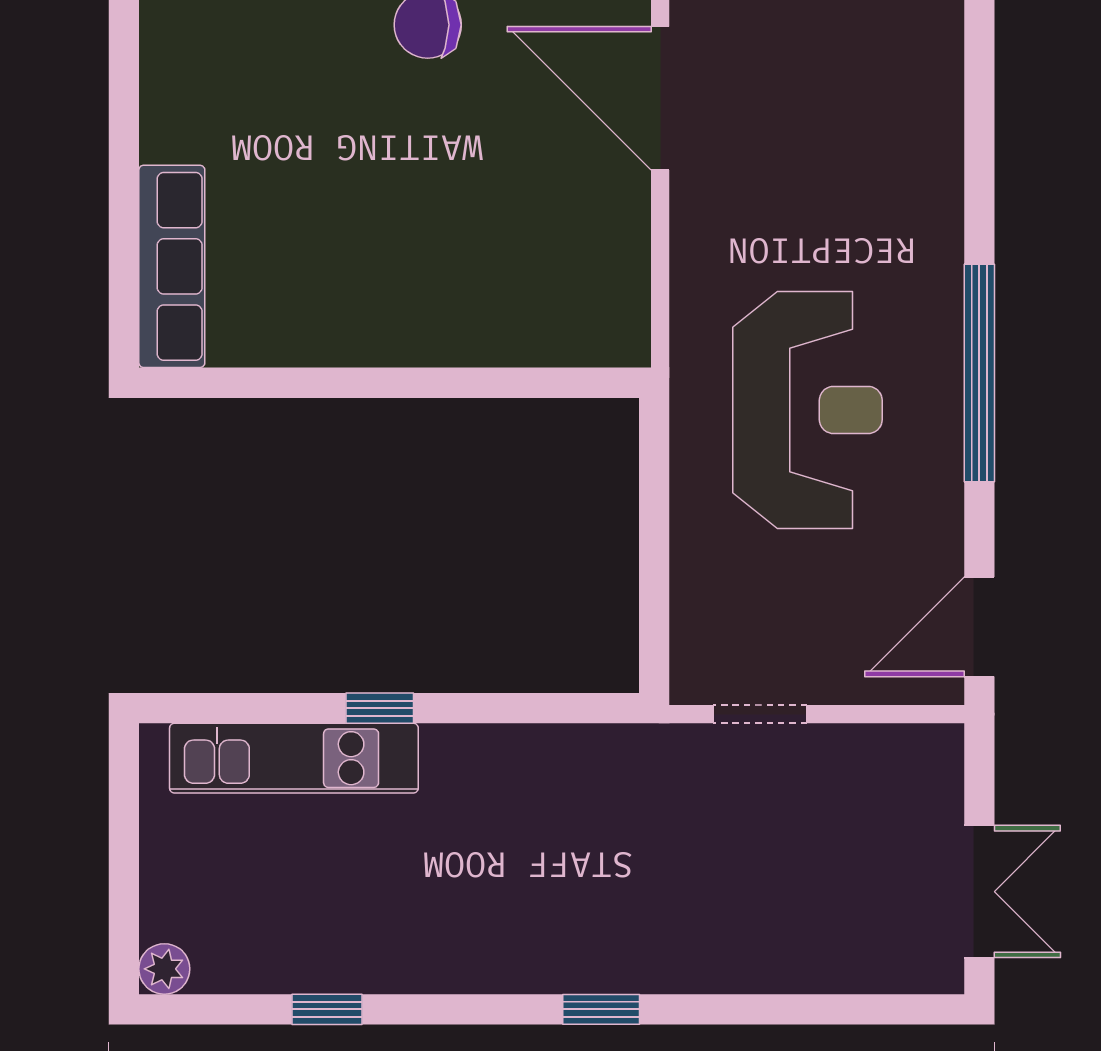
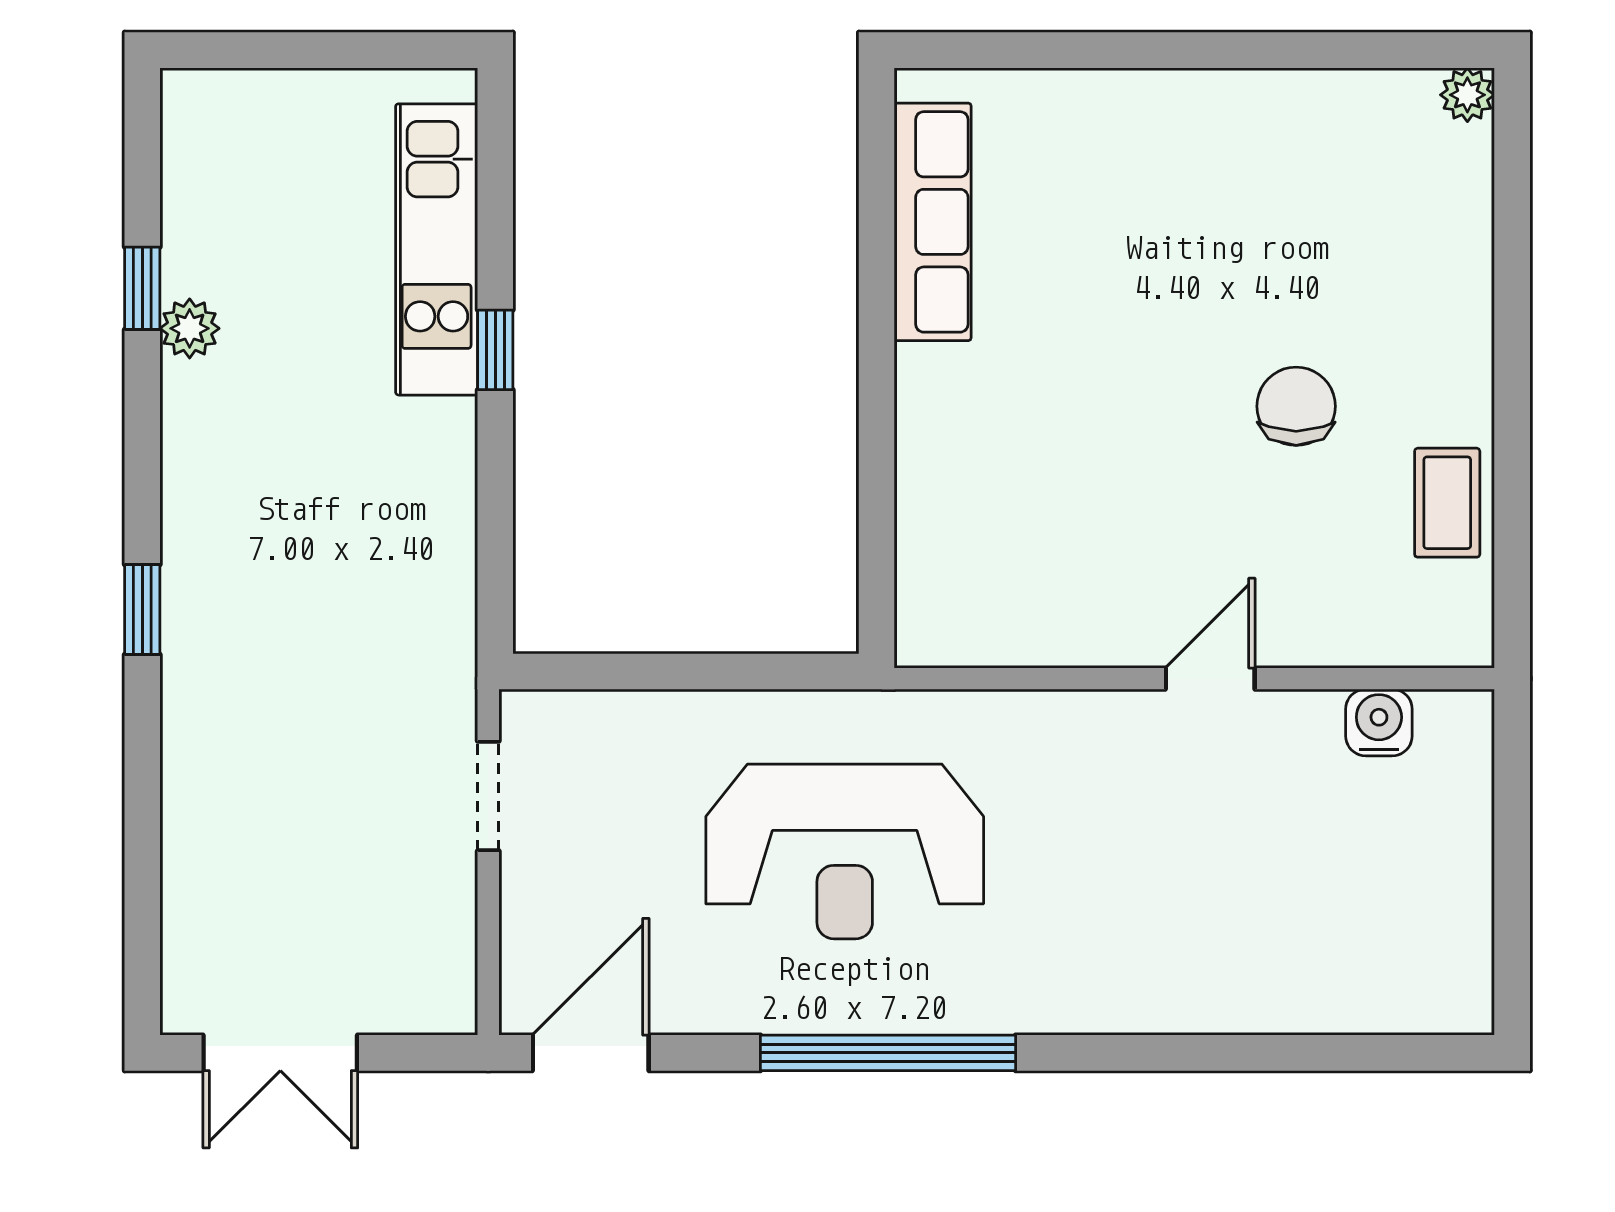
door: (660, 98) -> (1210, 679), width x0.53
row of seats: (172, 266) -> (933, 222), moved, turned -90
door: (979, 627) -> (591, 1053), hinge flipped
plant: (164, 969) -> (190, 328), moved

